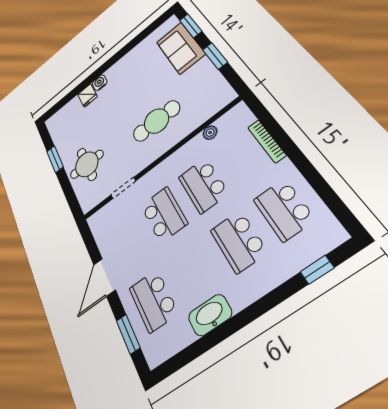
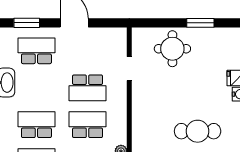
cafe table: (156, 121) -> (198, 131), moved, turned 90

